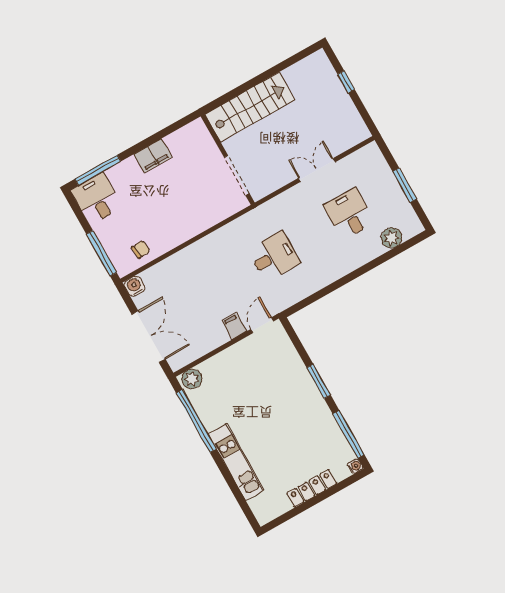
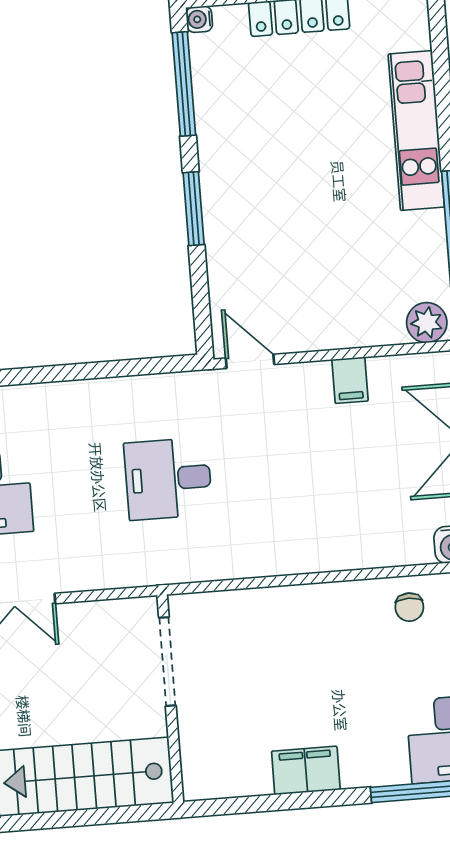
chair: (141, 249) -> (409, 607), turned -86
door: (262, 325) -> (250, 361), swing flipped
filing cabinet: (234, 326) -> (350, 380), moved

